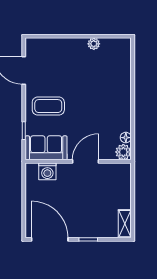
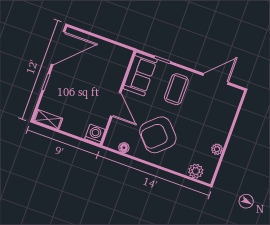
armchair: (101, 108) -> (158, 135), added
plant: (123, 152) -> (196, 171), moved
washing machine: (47, 171) -> (95, 134), moved, turned 90

